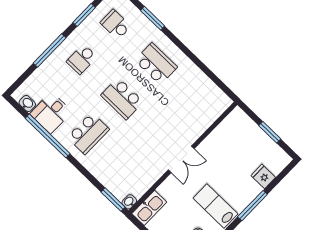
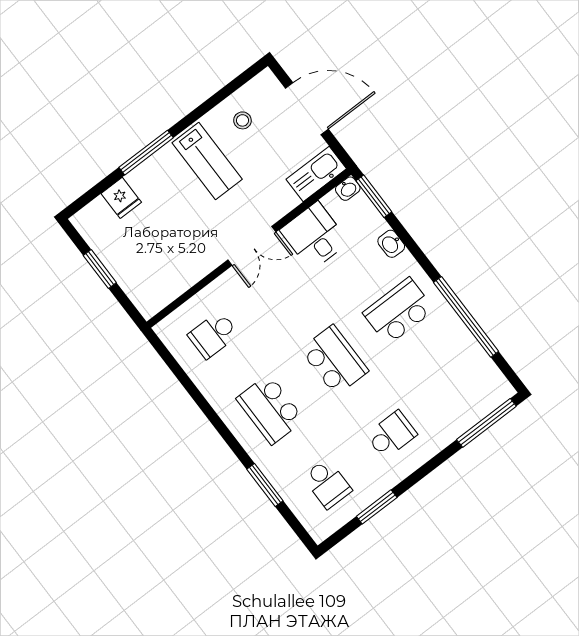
window: (50, 50) -> (486, 423), moved
washbasin: (27, 103) -> (391, 244), moved
school desk: (196, 103) -> (213, 335), added
desk: (51, 113) -> (314, 236), moved, turned -90
double door: (181, 159) -> (252, 246), swing flipped

